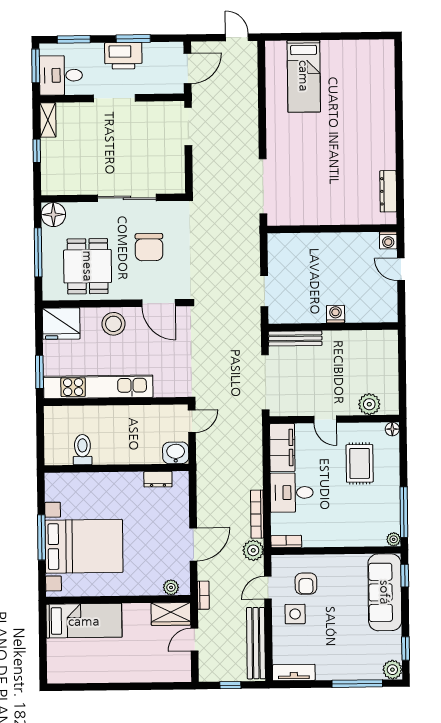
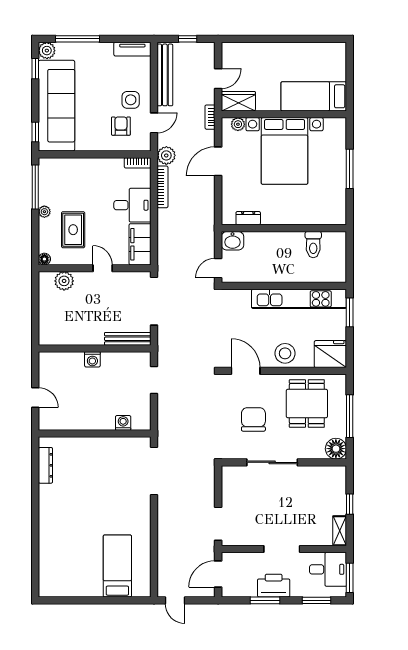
washing machine: (388, 240) -> (123, 423), moved
plant: (394, 539) -> (44, 212), moved
bed with nightstands: (84, 546) -> (285, 151), moved, turned -90
sofa: (385, 592) -> (56, 106), width x1.36, depth x1.27

